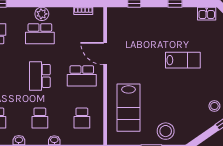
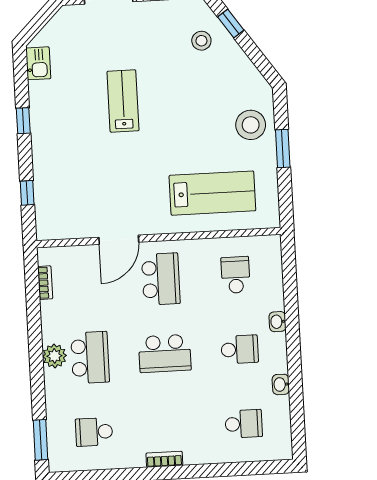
school desk: (82, 118) -> (236, 275), turned -90

